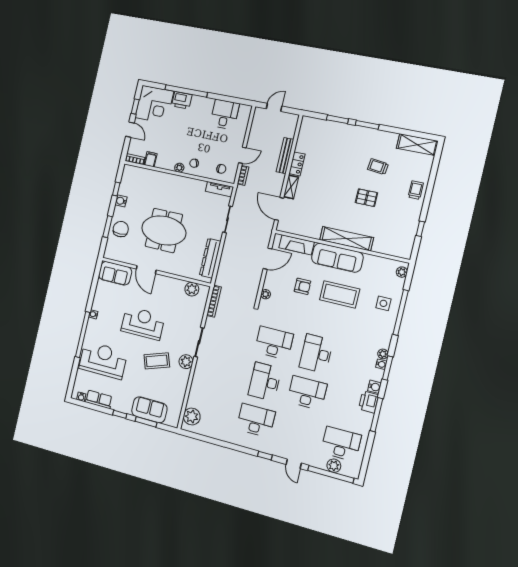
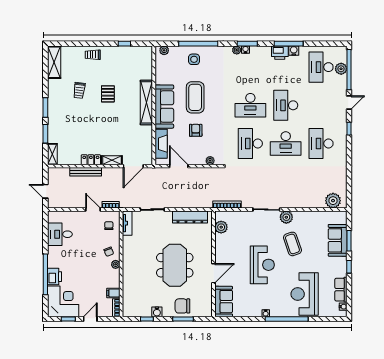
shelving: (313, 123) -> (52, 154), added
reception desk: (143, 323) -> (262, 265), turned 180
water cooler: (374, 387) -> (294, 51), moved

